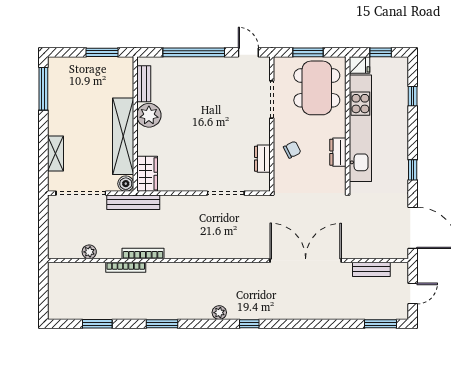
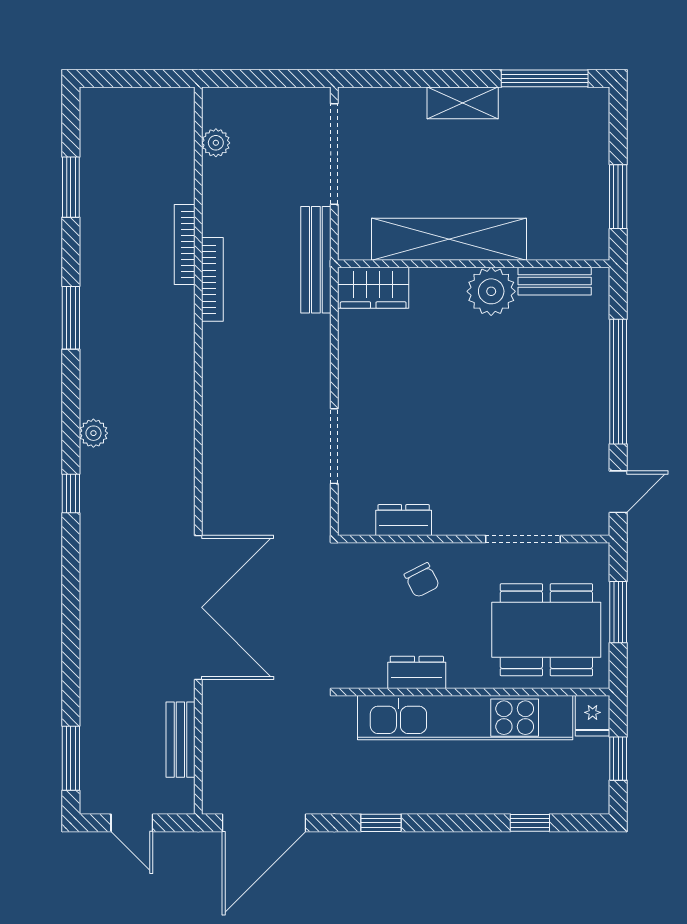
shelving: (55, 153) -> (463, 103), moved
boiler: (126, 184) -> (353, 245), removed
plant: (89, 252) -> (216, 143), moved

